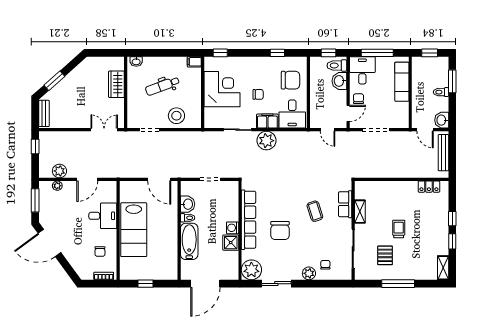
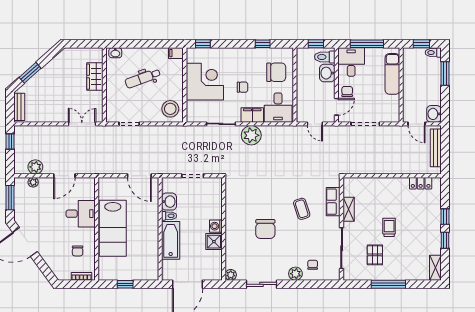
toilet: (441, 92) -> (433, 53), moved
stool: (176, 116) -> (170, 109), moved
row of seats: (249, 220) -> (233, 218), removed
plant: (251, 270) -> (231, 275), width x0.53, depth x0.53

